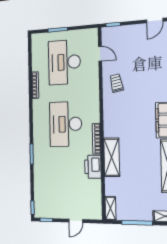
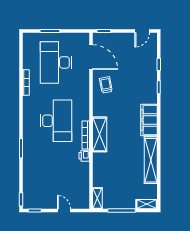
door: (100, 54) -> (91, 57), width x1.88
desk: (66, 124) -> (56, 121), turned 180
shelving: (112, 157) -> (100, 134), moved
printer: (93, 167) -> (84, 156), width x0.53, depth x0.68
door: (76, 221) -> (64, 211), swing flipped

